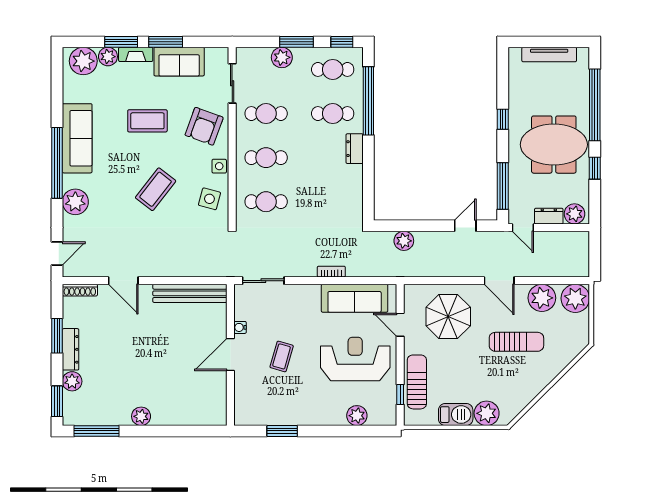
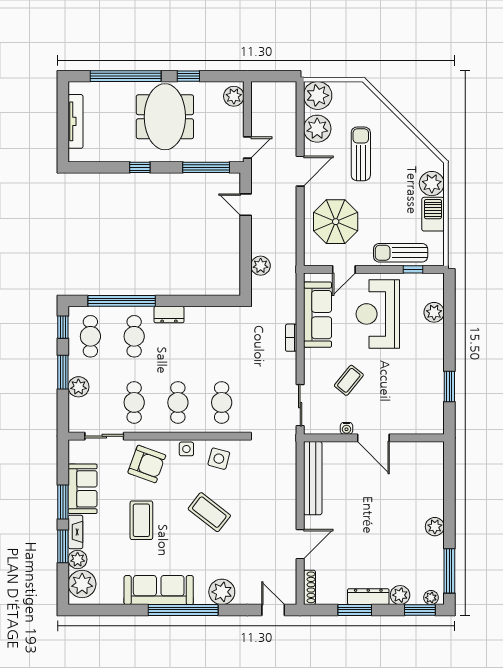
dresser: (549, 216) -> (236, 122), removed
coffee table: (282, 356) -> (349, 380), moved, turned -67
plant: (70, 413) -> (431, 598), added

